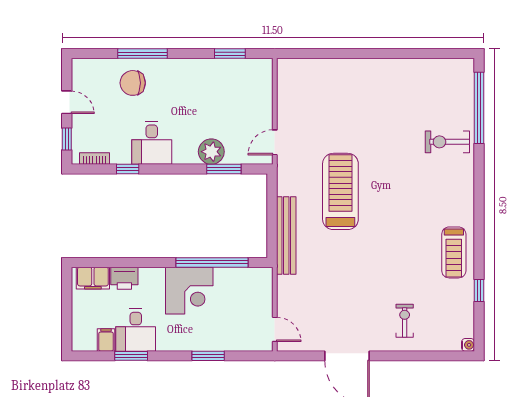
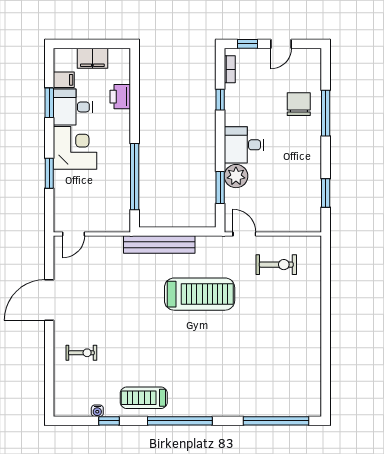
exercise bike: (447, 142) -> (276, 265), moved, turned 90
desk: (152, 143) -> (244, 145), moved
window: (479, 213) -> (180, 421), added
filing cabinet: (93, 278) -> (92, 58), moved, turned -90
corner desk: (189, 291) -> (75, 148), moved, turned 180
water cooler: (468, 345) -> (97, 411), moved

